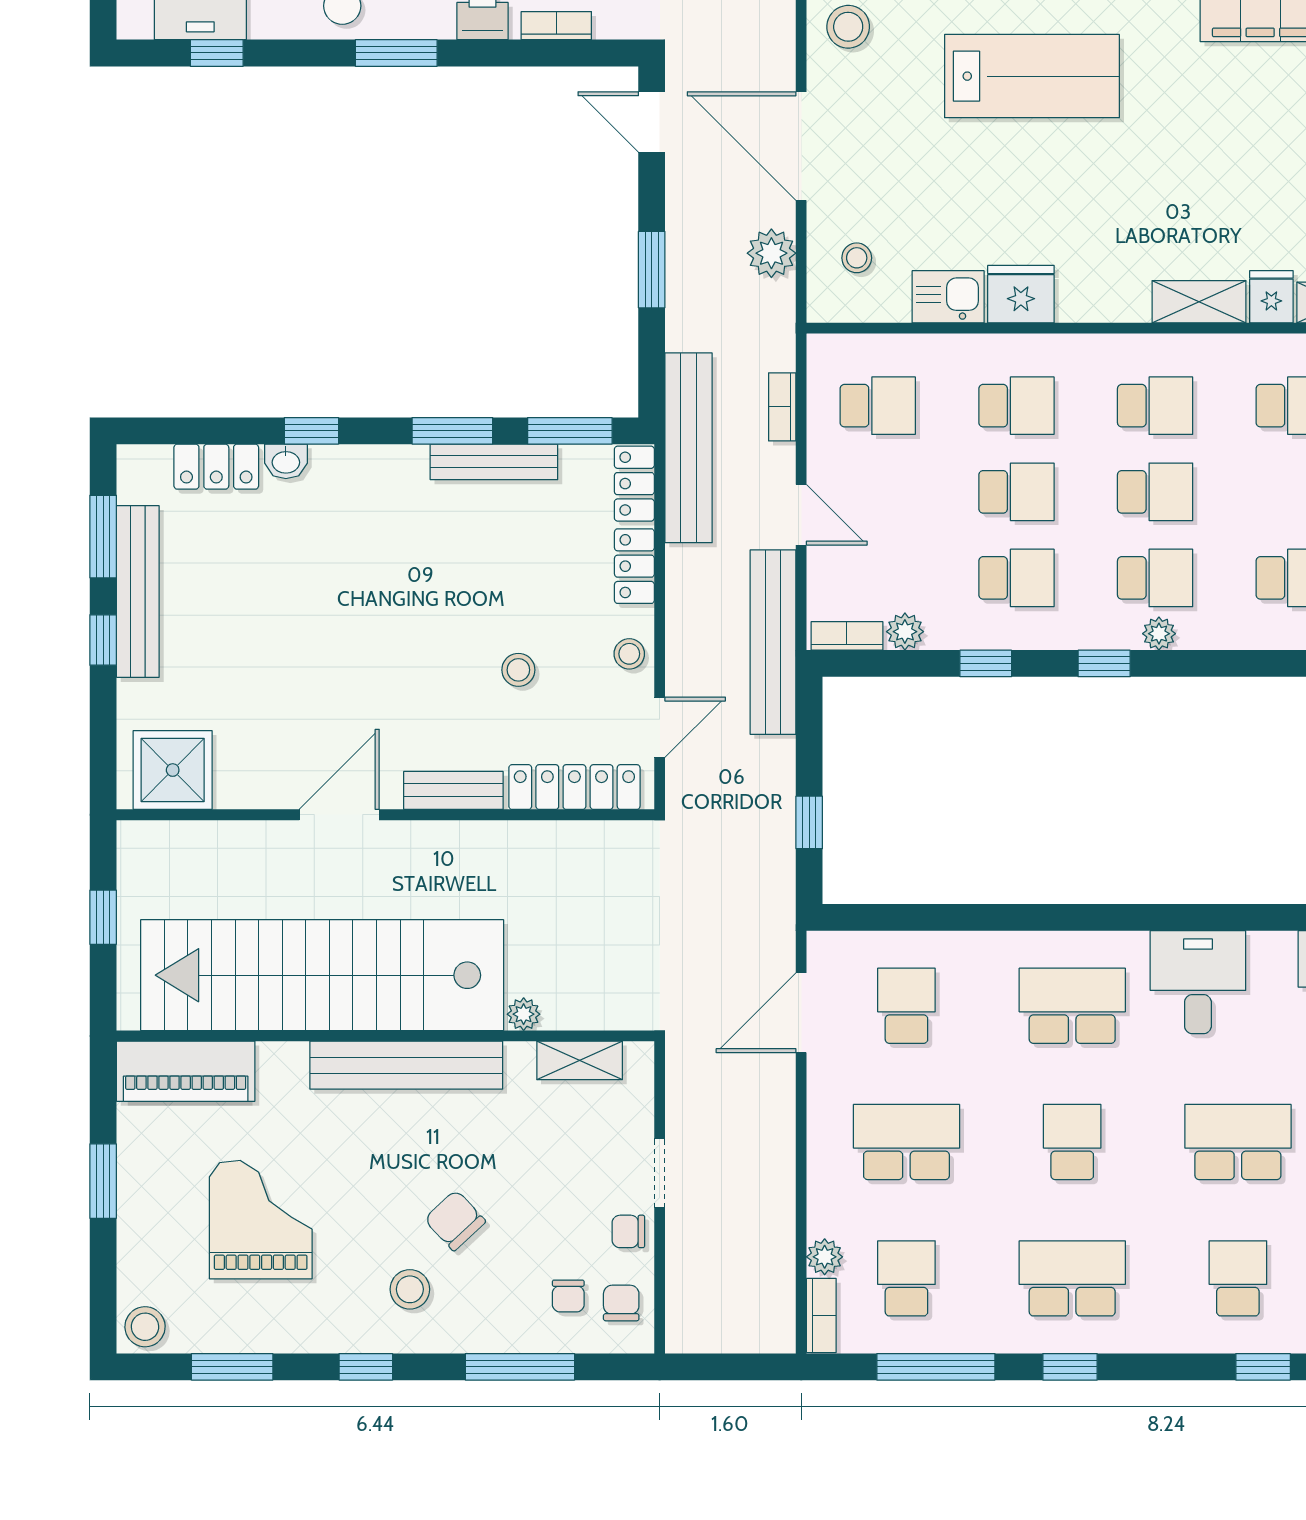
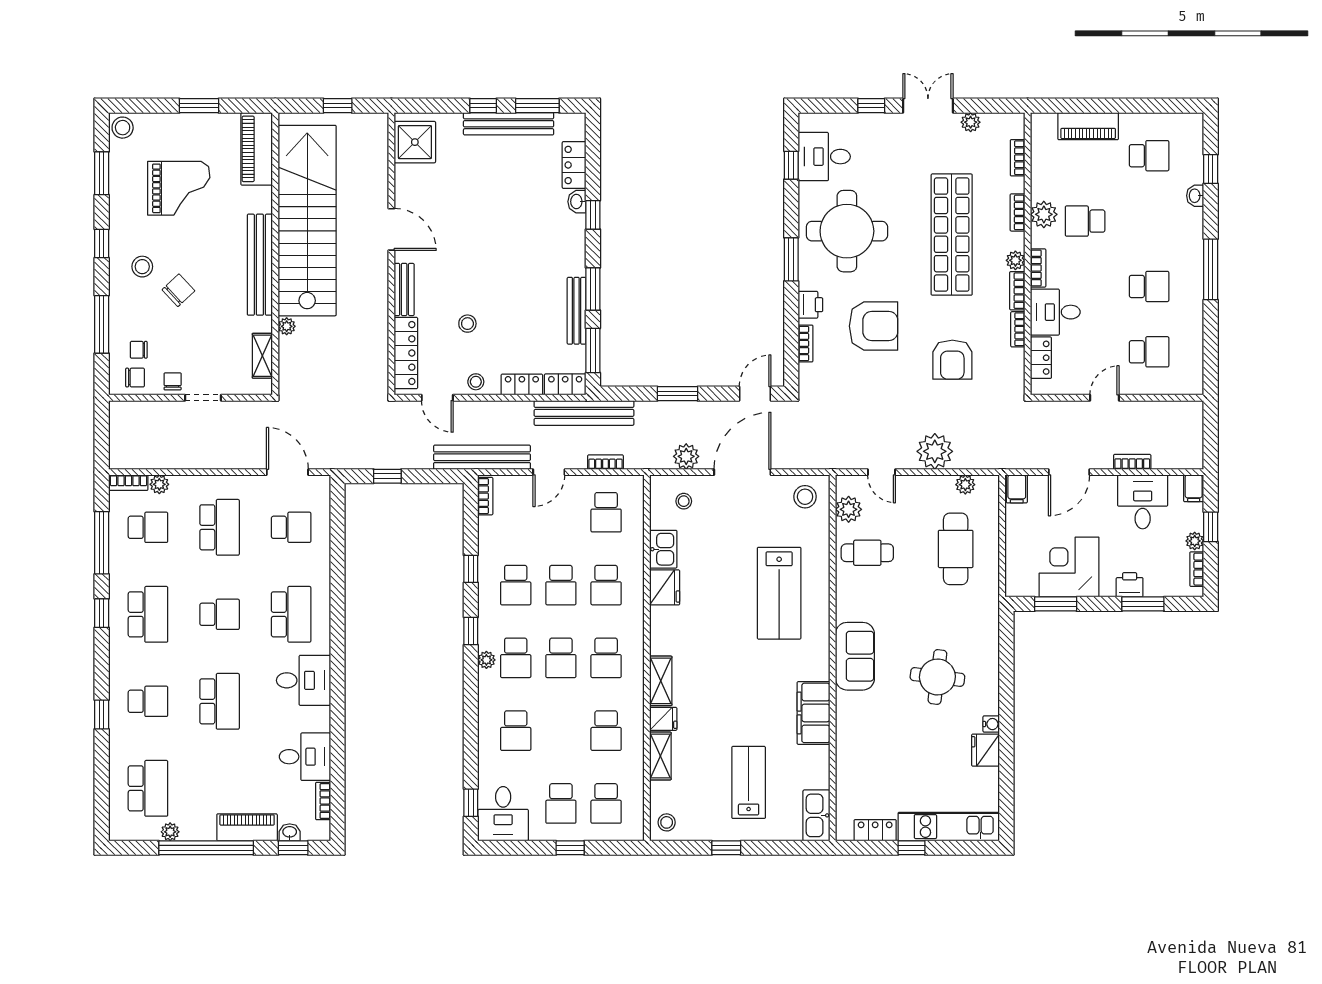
plant: (905, 632) -> (488, 527), removed

